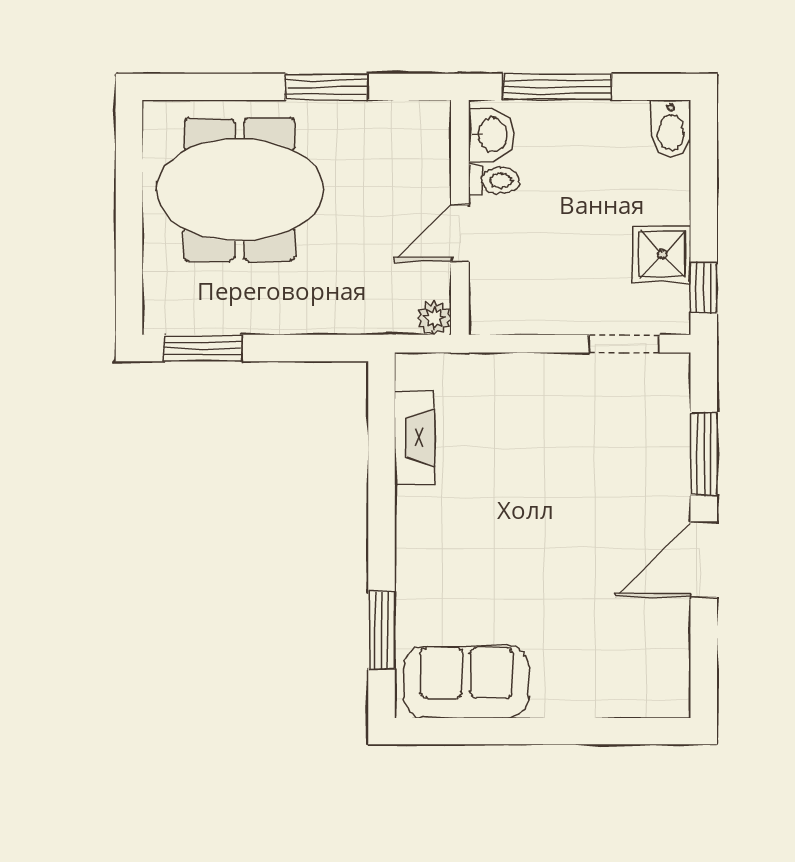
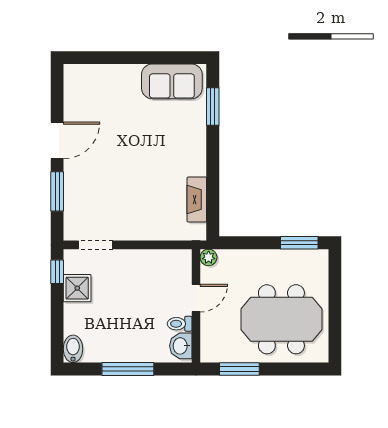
washbasin: (491, 135) -> (181, 346), moved
toilet: (494, 180) -> (180, 324), moved
wall: (460, 217) -> (196, 306), moved
door: (460, 233) -> (196, 298), moved
plant: (434, 318) -> (209, 257), moved

